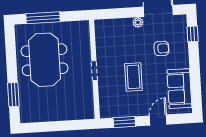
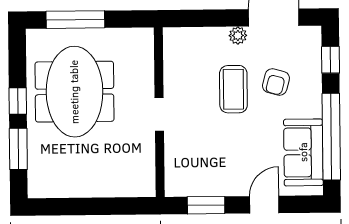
armchair: (161, 48) -> (276, 82), turned 105
window: (12, 67) -> (18, 101), added
coffee table: (133, 77) -> (233, 89), moved
window: (195, 79) -> (331, 137), added

